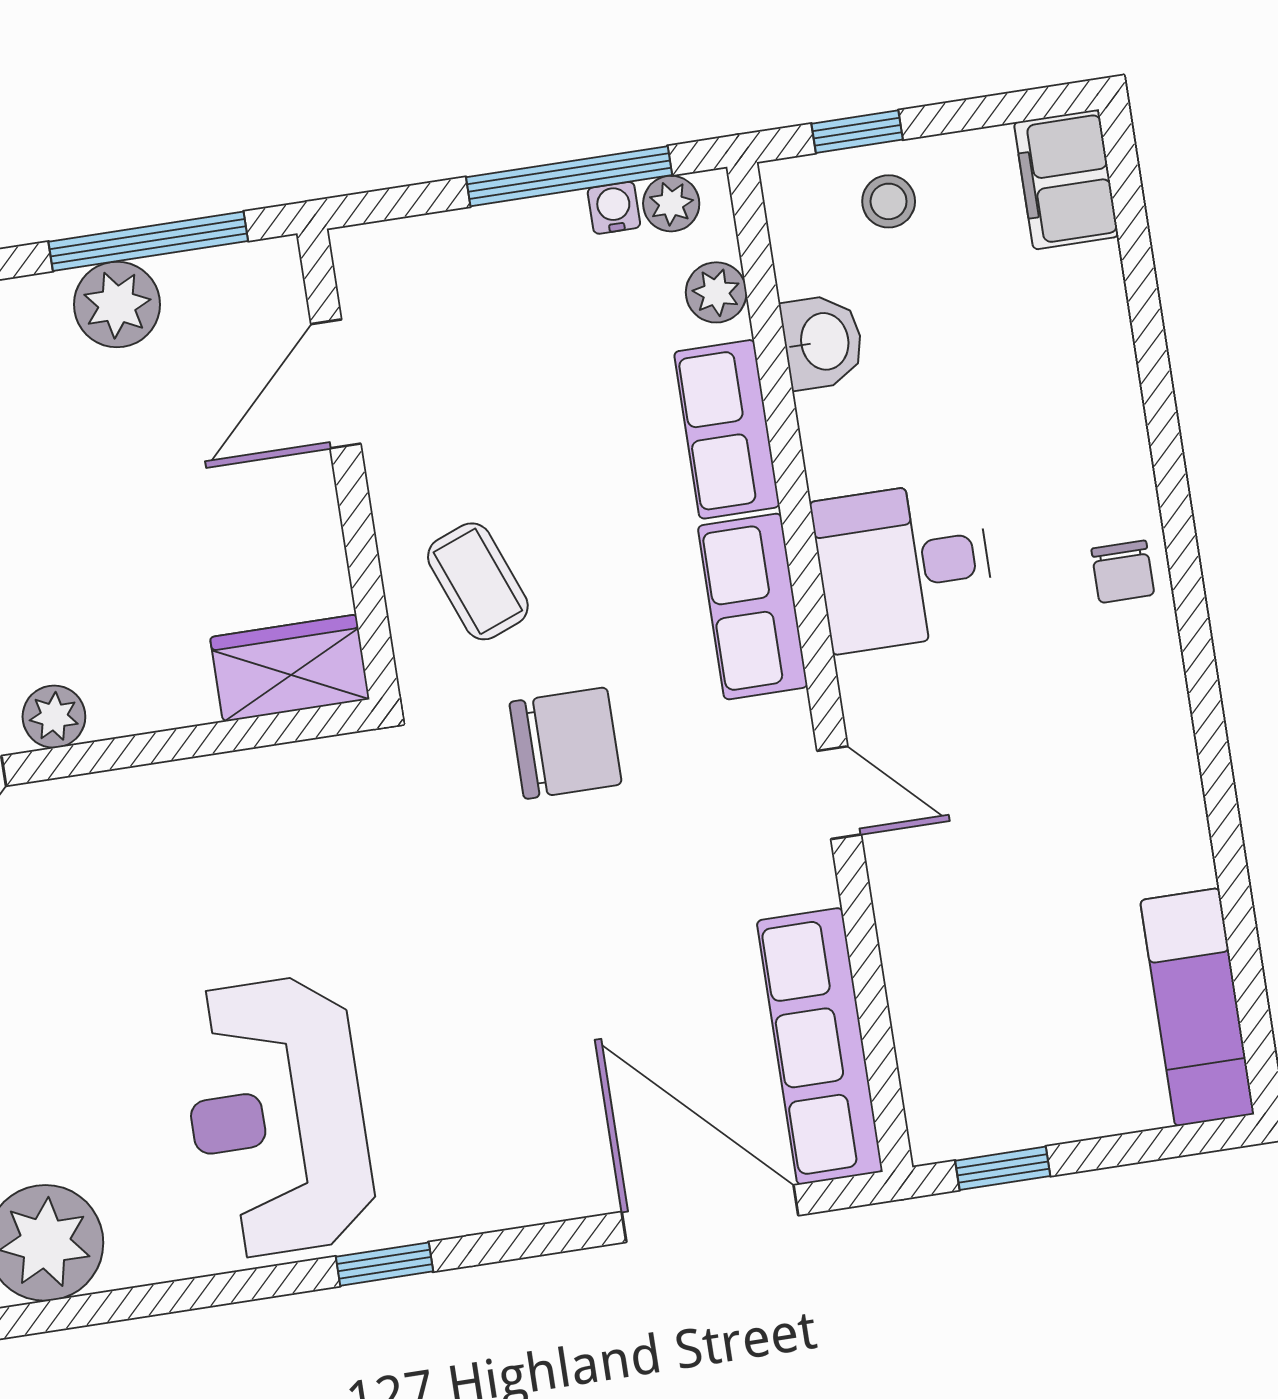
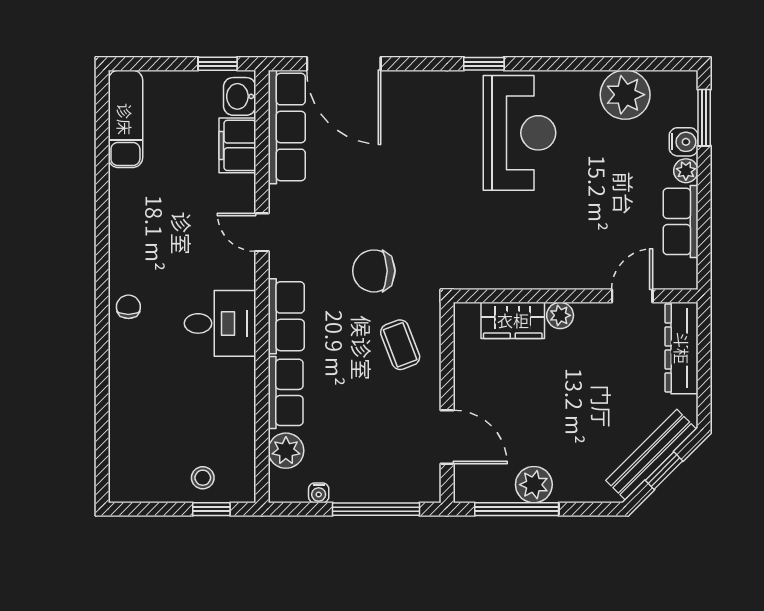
window: (569, 176) -> (376, 509), moved
filing cabinet: (1066, 180) -> (237, 145), moved, turned 180
plant: (671, 204) -> (294, 491), removed
plant: (716, 292) -> (286, 451), width x1.38, depth x1.38
washbasin: (823, 342) -> (240, 96), moved
door: (336, 384) -> (447, 437), hinge flipped
wardrobe: (290, 668) -> (513, 320), moved
plant: (54, 717) -> (560, 315), moved

